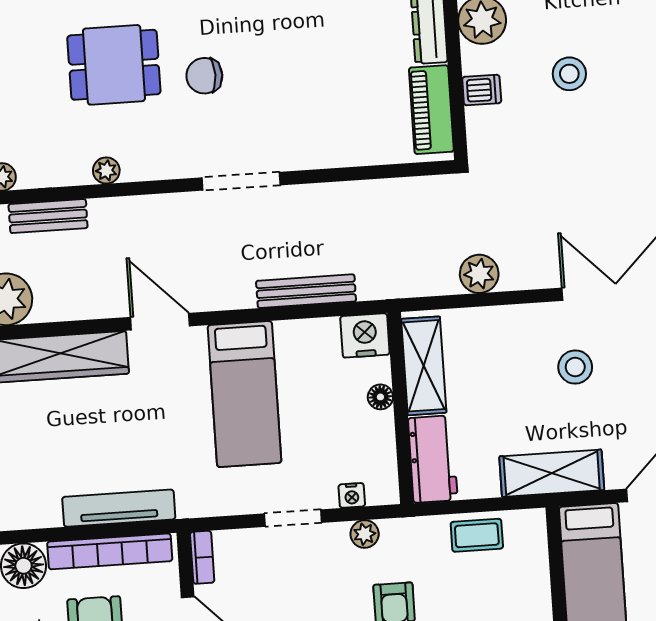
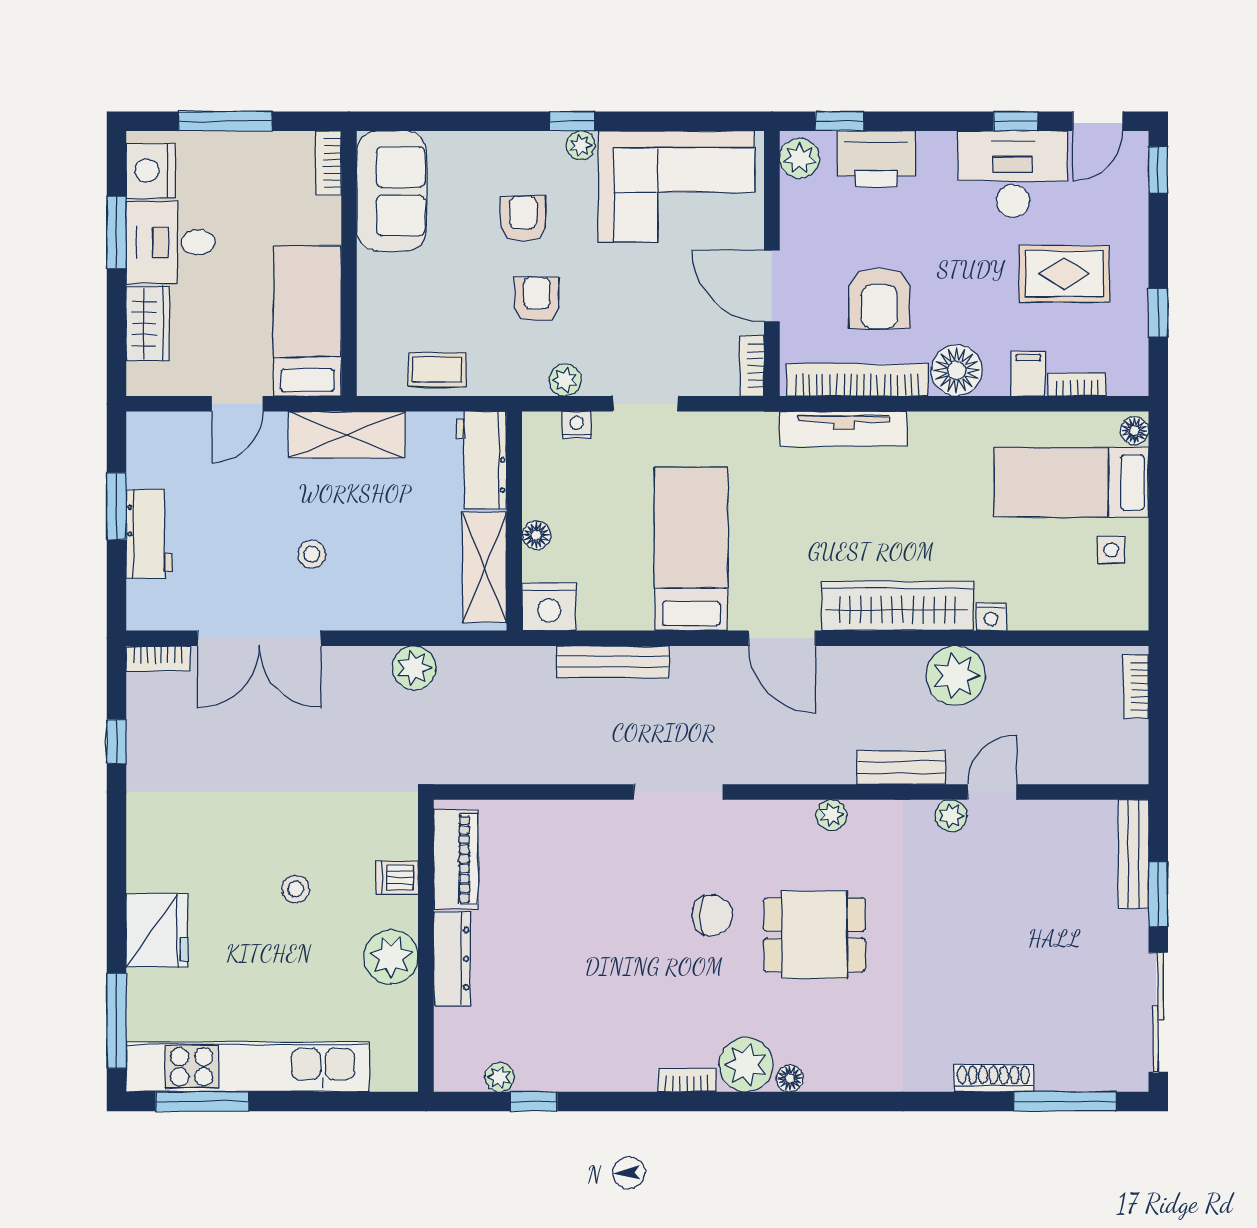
stool: (569, 74) -> (296, 889), width x0.73, depth x0.73
stool: (575, 367) -> (312, 554), width x0.73, depth x0.73

